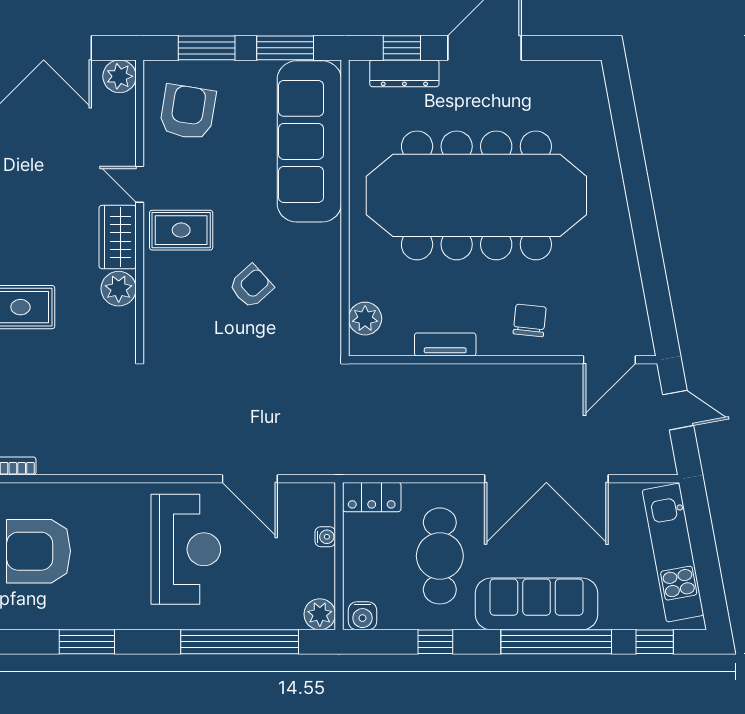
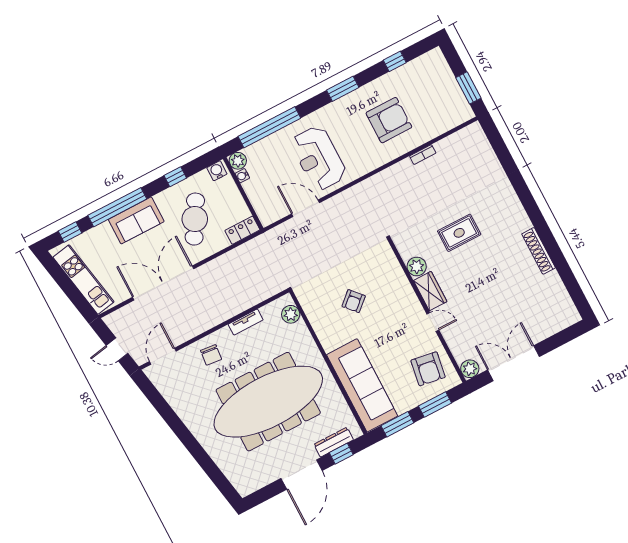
rug: (181, 230) -> (401, 310), removed
water cooler: (325, 537) -> (242, 176), moved
cafe table: (440, 556) -> (195, 219), turned 30
sofa: (537, 604) -> (136, 220), width x0.73

